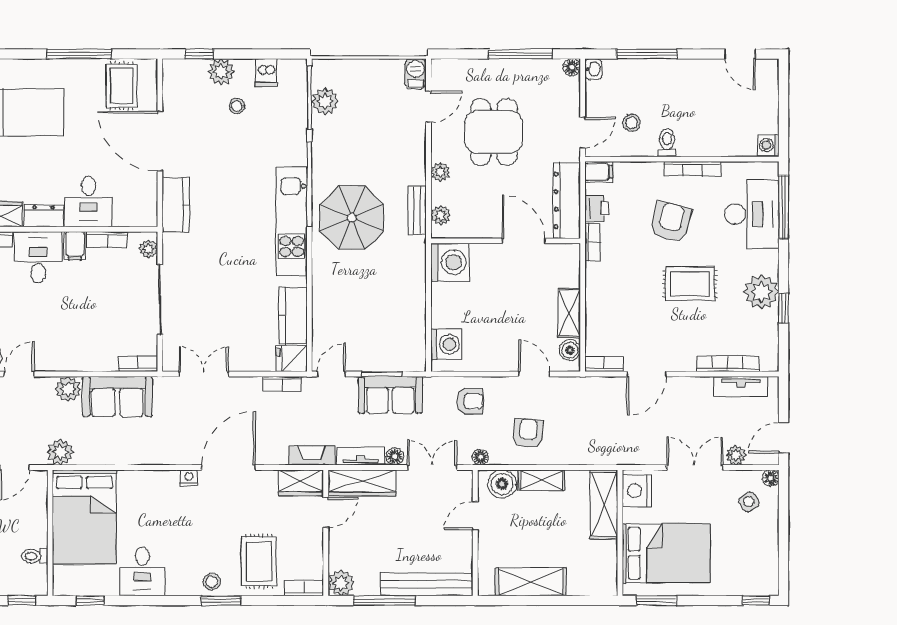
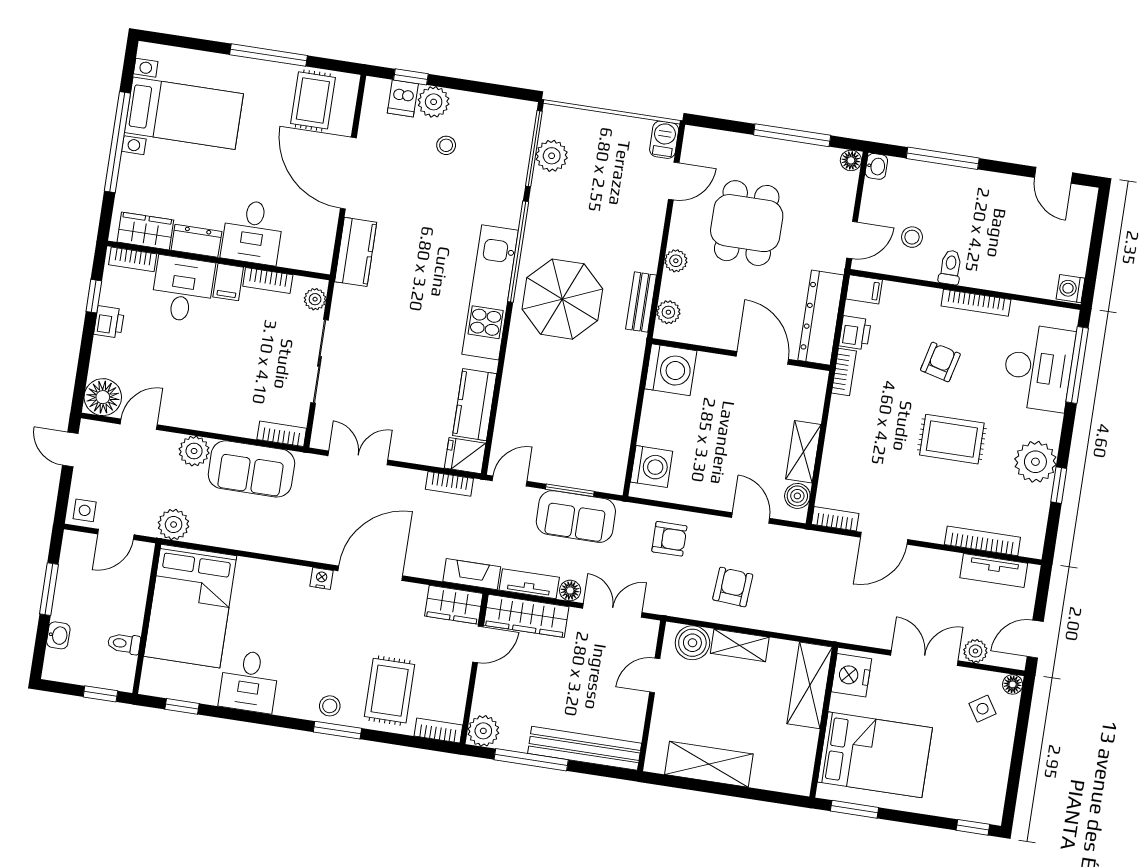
dishwasher: (266, 73) -> (403, 98), moved
armchair: (671, 222) -> (940, 362), width x0.72, depth x0.72
floor lamp: (480, 457) -> (672, 607), removed

